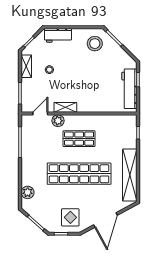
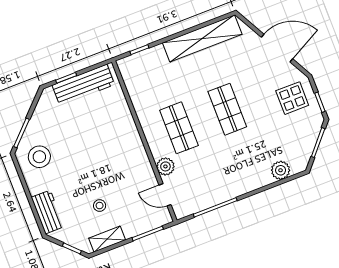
shelving: (65, 107) -> (143, 163), removed
shop shelf: (79, 174) -> (227, 109), width x0.50, depth x0.74

